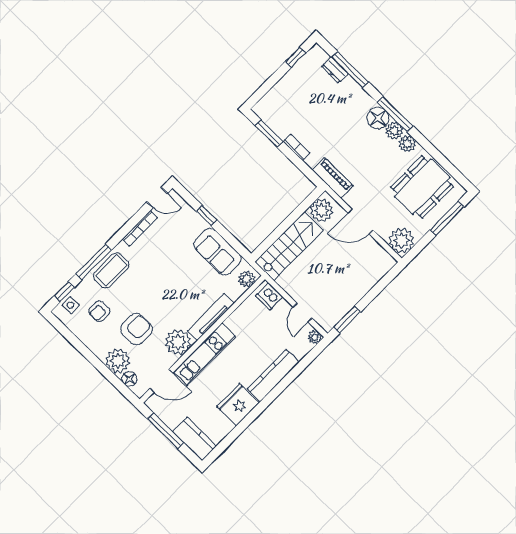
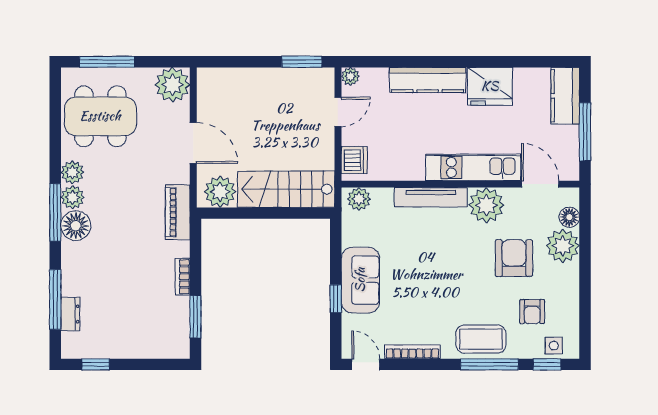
sofa: (217, 252) -> (360, 280), moved
armchair: (99, 311) -> (532, 312), turned 90
armchair: (136, 329) -> (514, 258), turned 90

